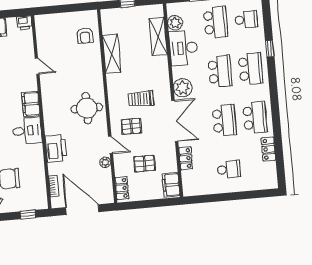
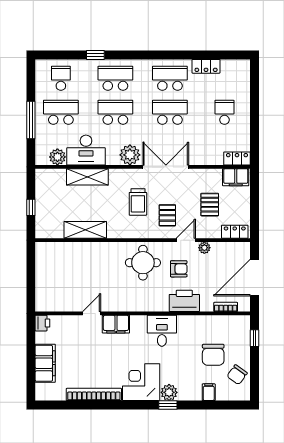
armchair: (85, 36) -> (179, 269), moved
shelving: (158, 36) -> (87, 177), moved
filing cabinet: (31, 104) -> (116, 324), moved
locker: (186, 158) -> (237, 158), moved

